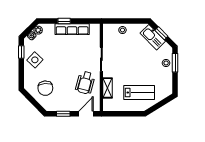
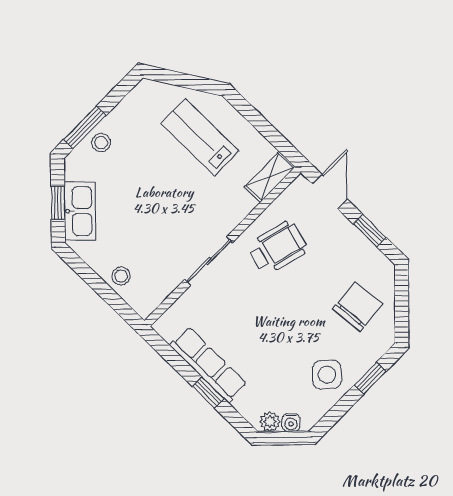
window: (21, 52) -> (370, 378), moved
shelving: (107, 88) -> (270, 177), moved
door: (86, 114) -> (330, 192), swing flipped

